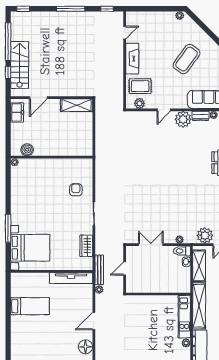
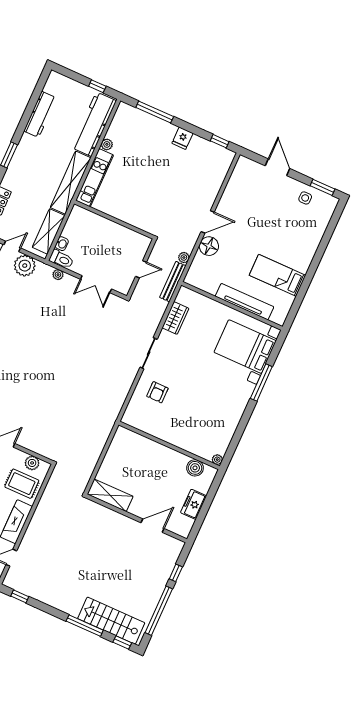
window: (71, 9) -> (85, 626), moved
stairs: (20, 65) -> (111, 621), moved, turned 90
freezer: (17, 112) -> (193, 504), moved
tv unit: (71, 278) -> (245, 302), moved
floor lamp: (86, 347) -> (209, 246), moved

